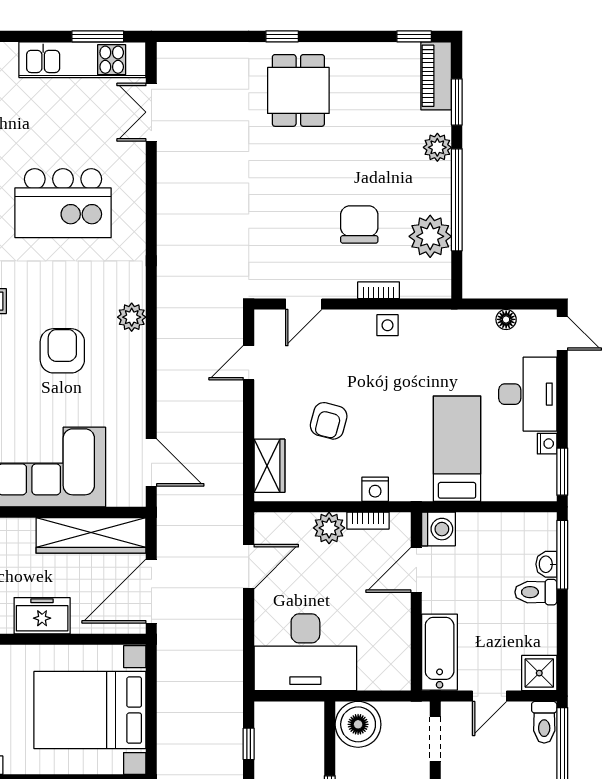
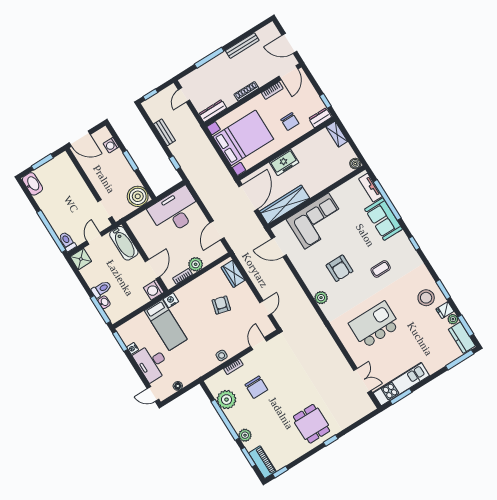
nightstand: (375, 489) -> (171, 300), moved

